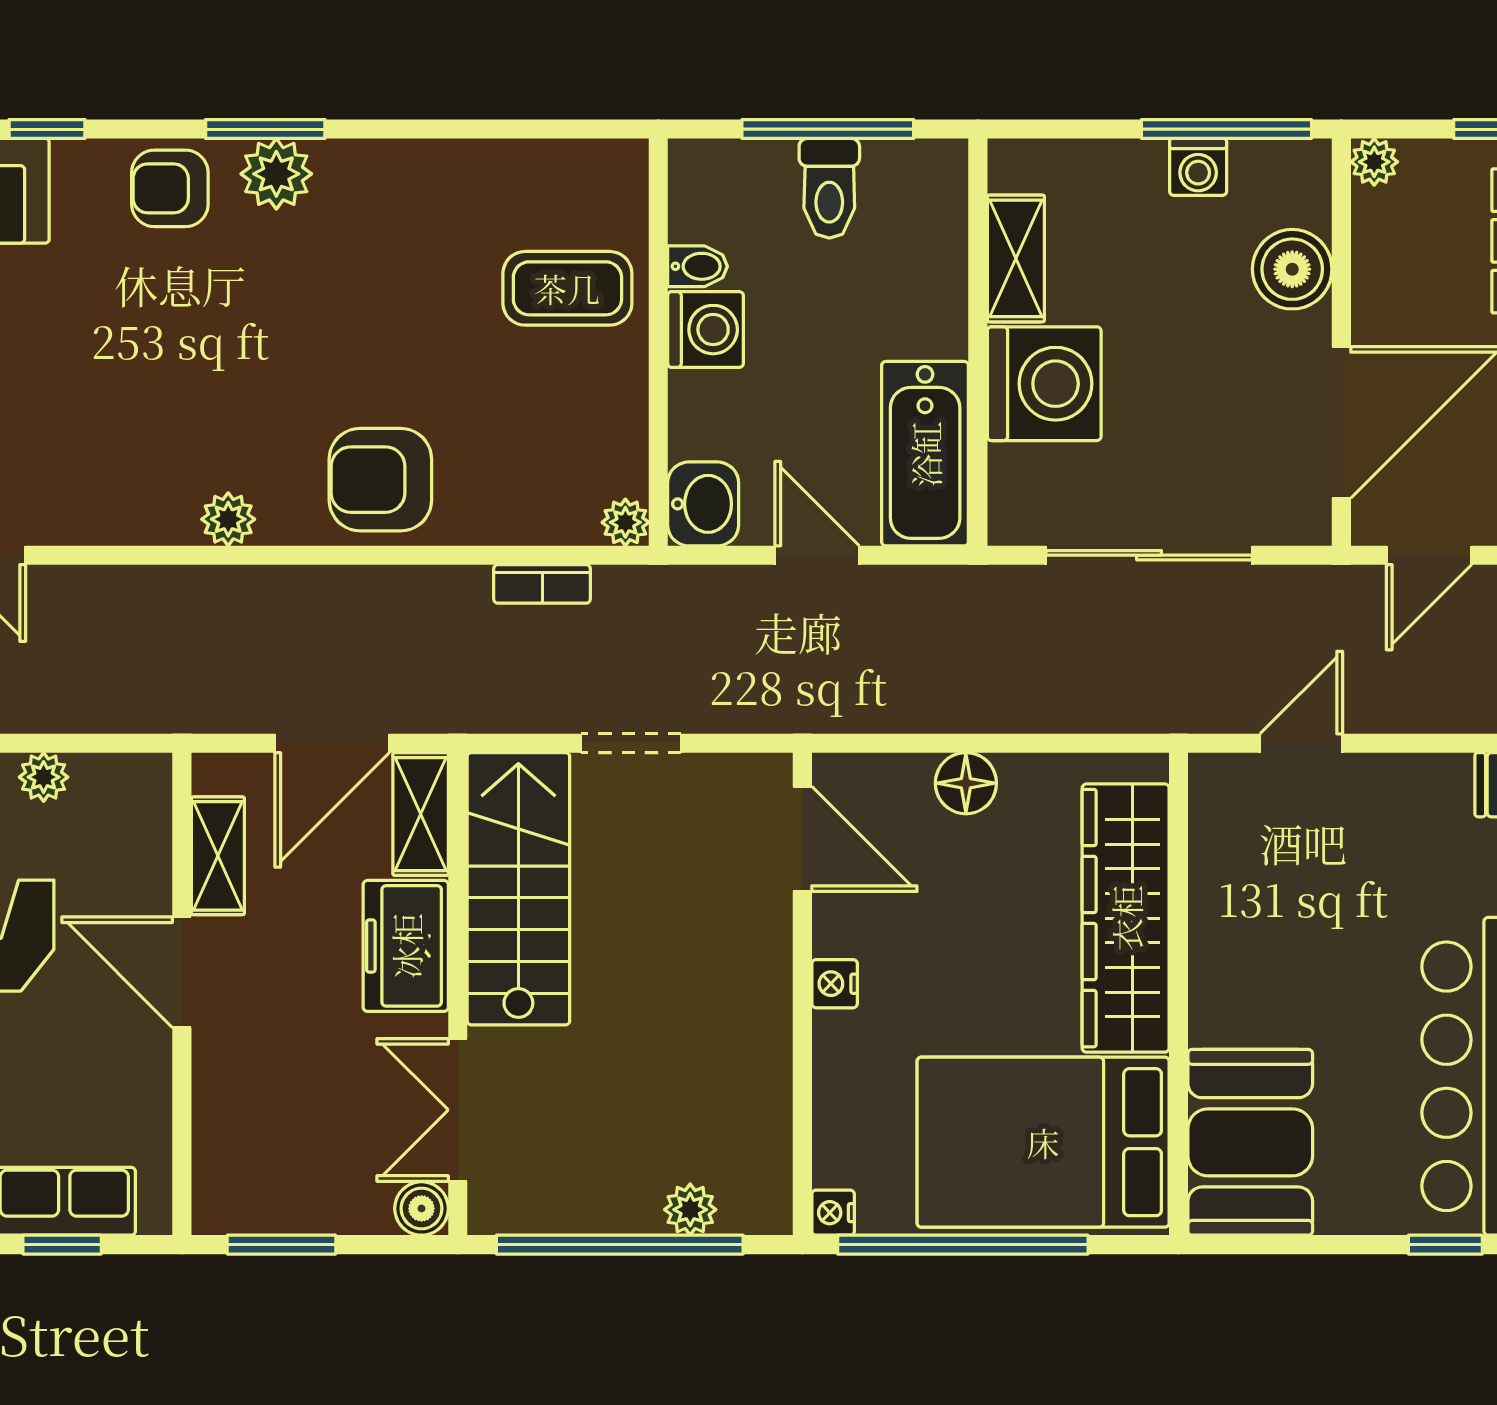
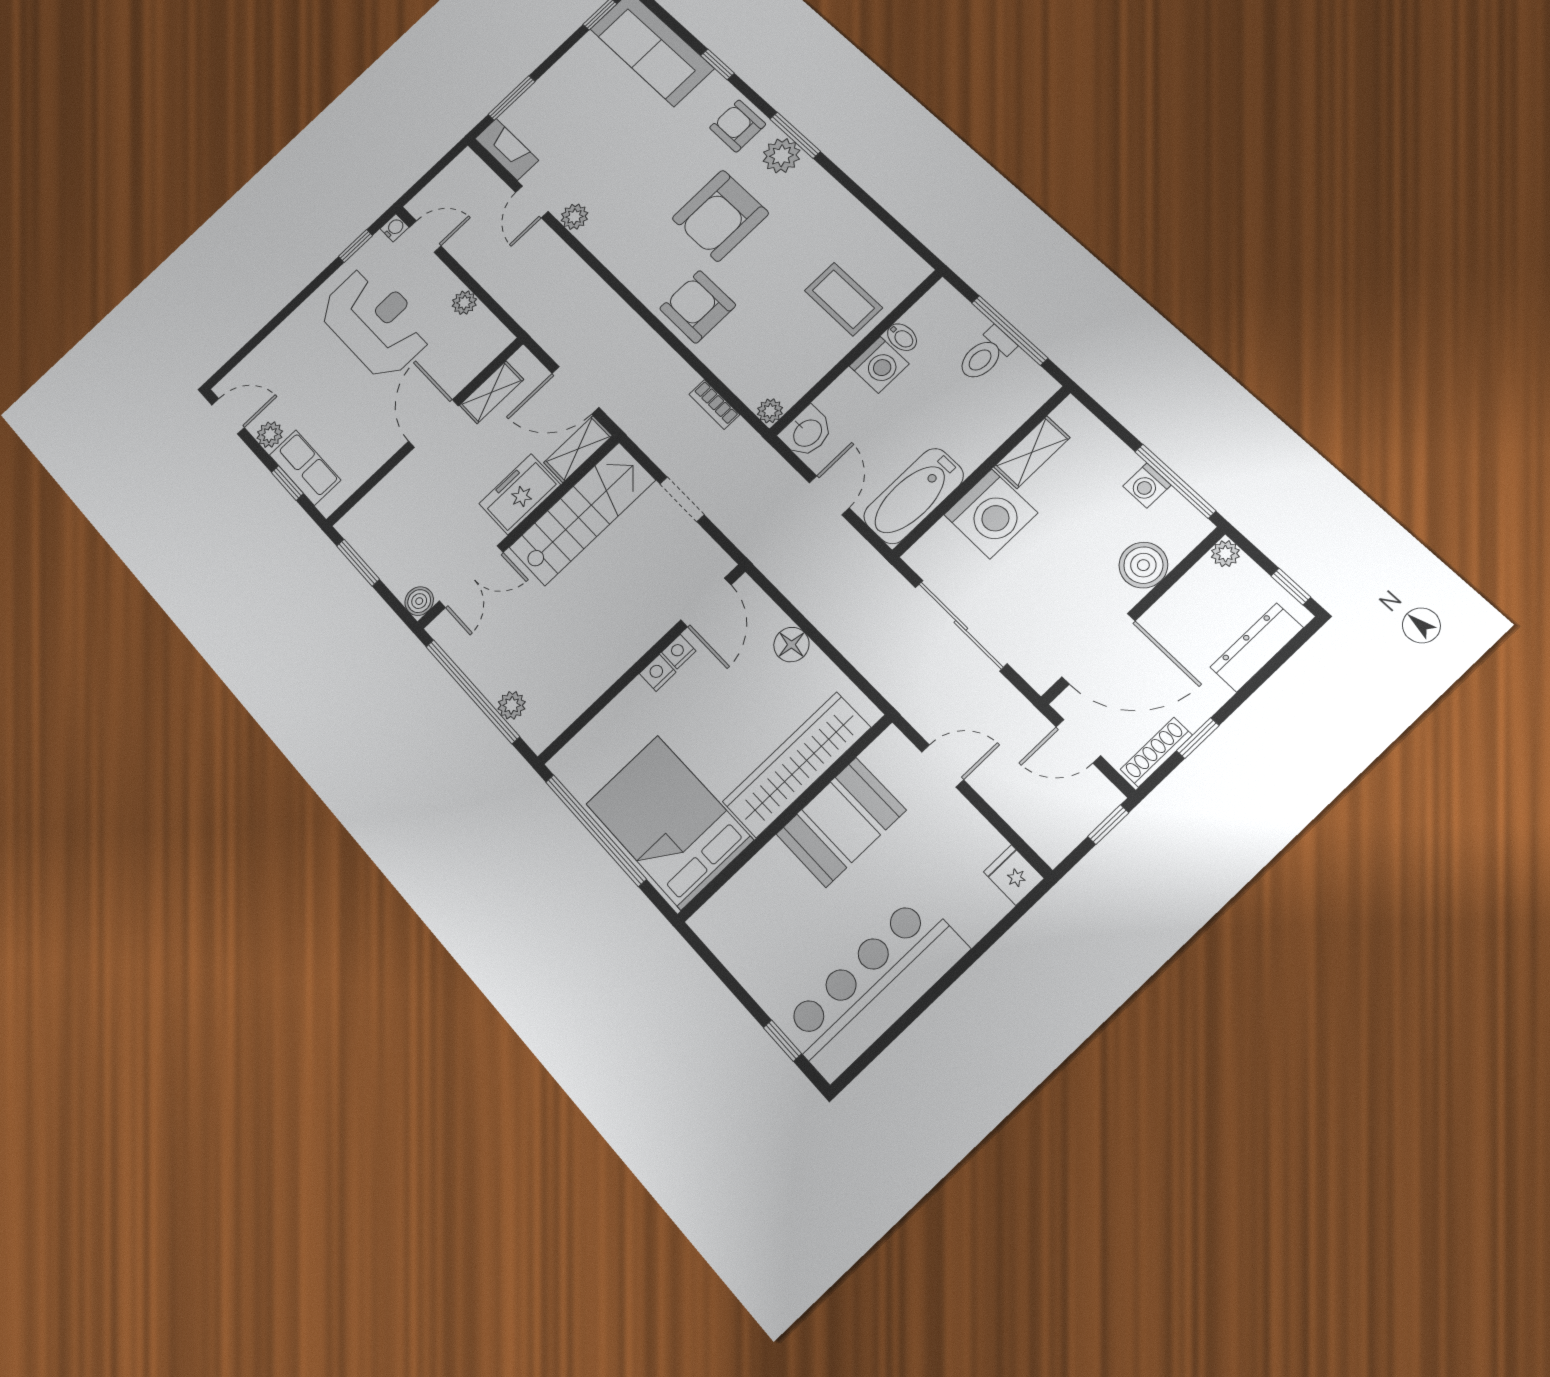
armchair: (279, 331) -> (720, 216), added
plant: (228, 519) -> (574, 217), moved
double door: (458, 1110) -> (471, 577), swing flipped
booth: (1250, 1142) -> (841, 822), moved
nightstand: (833, 1213) -> (679, 652), moved

